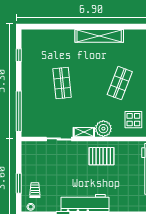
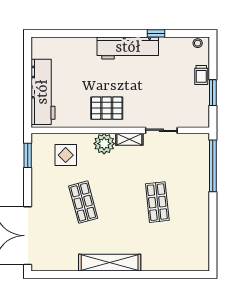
window: (19, 55) -> (213, 238), removed
shop shelf: (120, 83) -> (83, 202), turned -36
window: (19, 183) -> (213, 93), moved
trolley: (35, 190) -> (201, 75), moved

